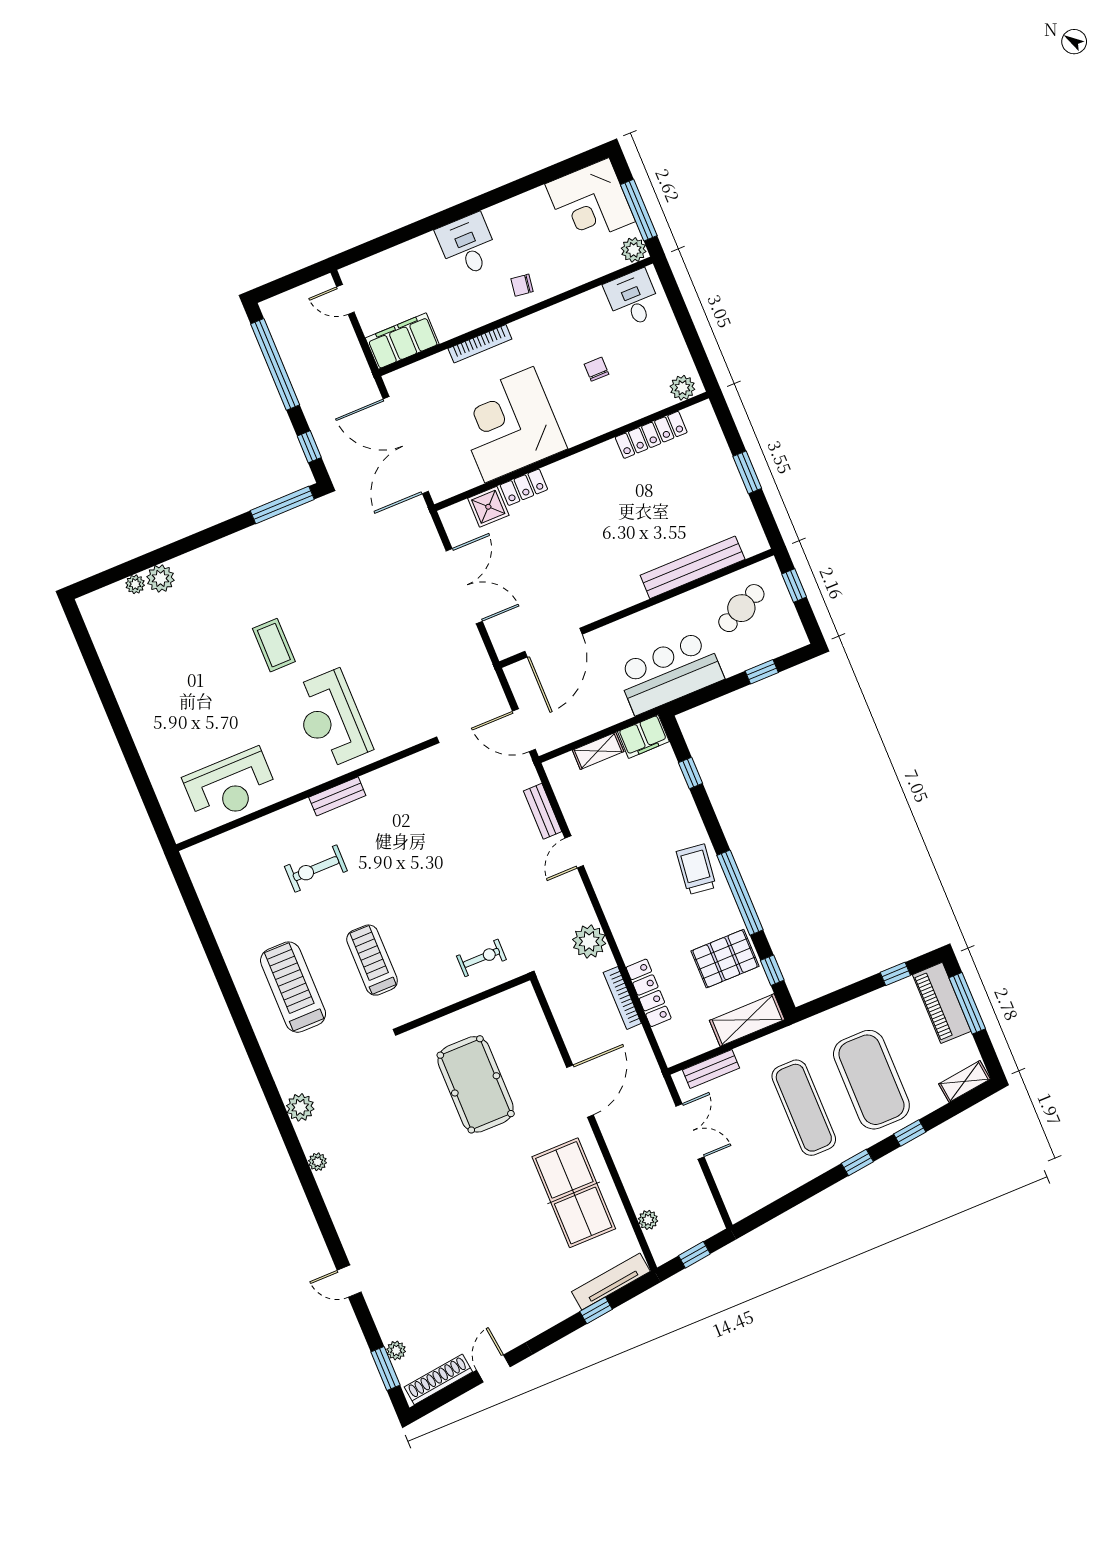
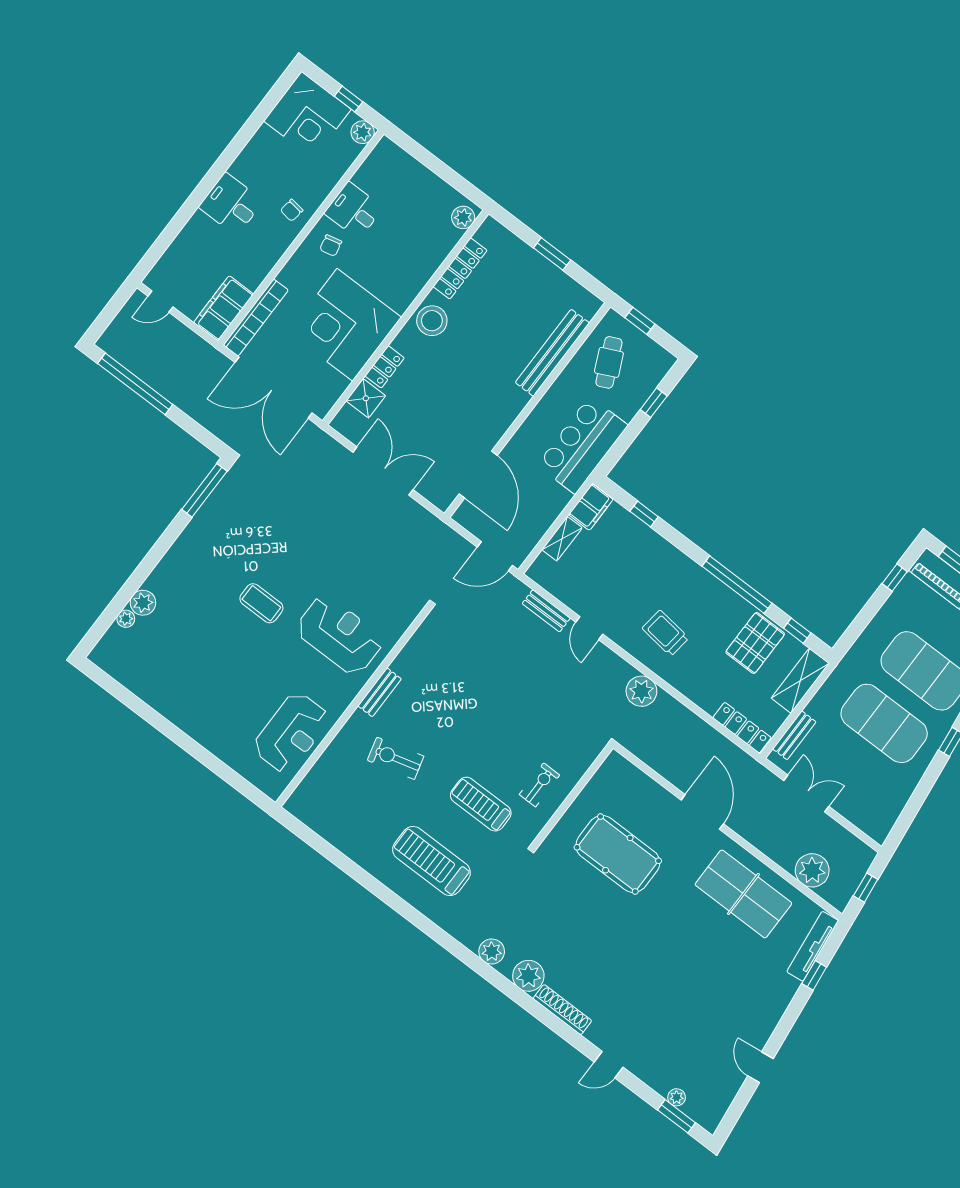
window: (639, 210) -> (349, 99), width x0.46
desk: (633, 299) -> (354, 210), moved
bookcase: (480, 344) -> (256, 318), moved, width x1.48, depth x1.31
chair: (597, 369) -> (331, 246), moved, turned -103
window: (309, 447) -> (199, 433), removed
stool: (595, 469) -> (432, 321), added
reception desk: (331, 719) -> (339, 635), turned 180
exercise bike: (316, 869) -> (396, 758), turned 75
trolley: (696, 869) -> (665, 633), moved
exercise bike: (481, 958) -> (539, 785), moved
locker: (649, 993) -> (742, 728), moved
bookcase: (622, 998) -> (693, 720), removed
exercise mat: (804, 1108) -> (884, 723), width x1.47
plant: (318, 1162) -> (528, 976), width x1.88, depth x1.88
plant: (648, 1220) -> (812, 870), width x1.87, depth x1.87
shoe rack: (438, 1379) -> (562, 1010), moved, turned 97

